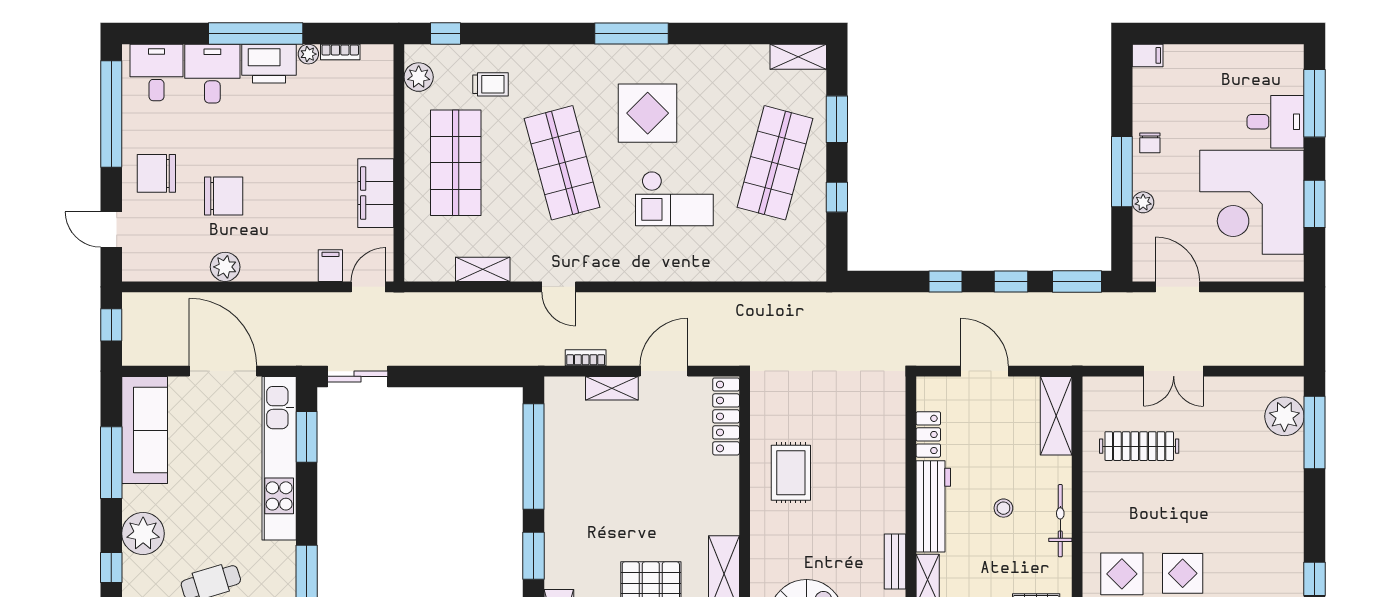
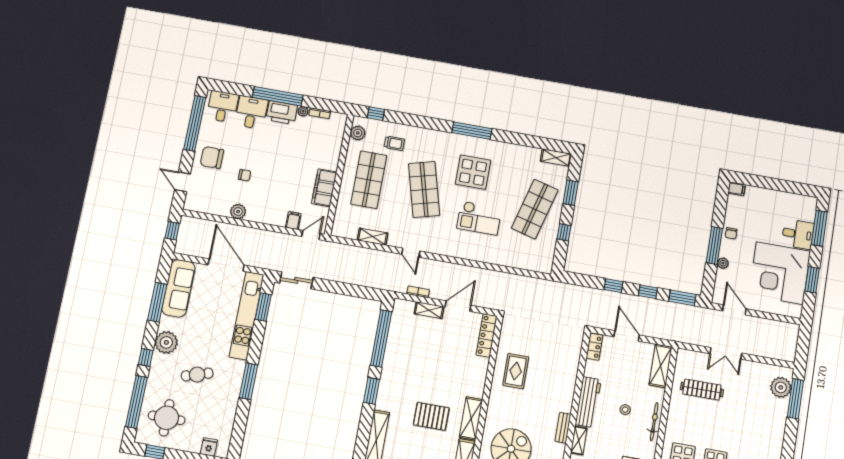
chair: (224, 196) -> (245, 175), width x0.54, depth x0.54
locker: (928, 434) -> (594, 347), moved

